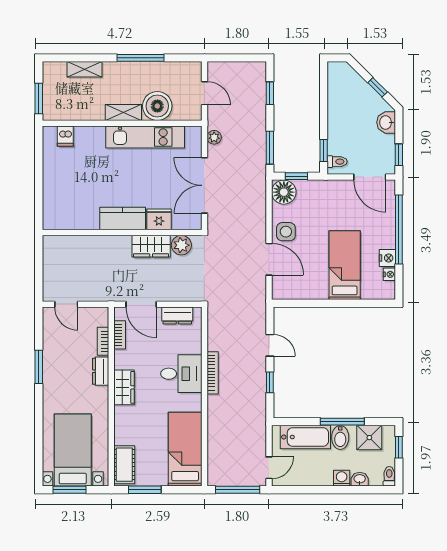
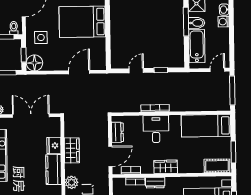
double door: (204, 185) -> (31, 116), swing flipped
side table: (286, 232) -> (41, 38), moved
plant: (181, 245) -> (72, 182), moved
bed: (345, 265) -> (82, 22), width x1.50
door: (269, 468) -> (217, 70), hinge flipped

